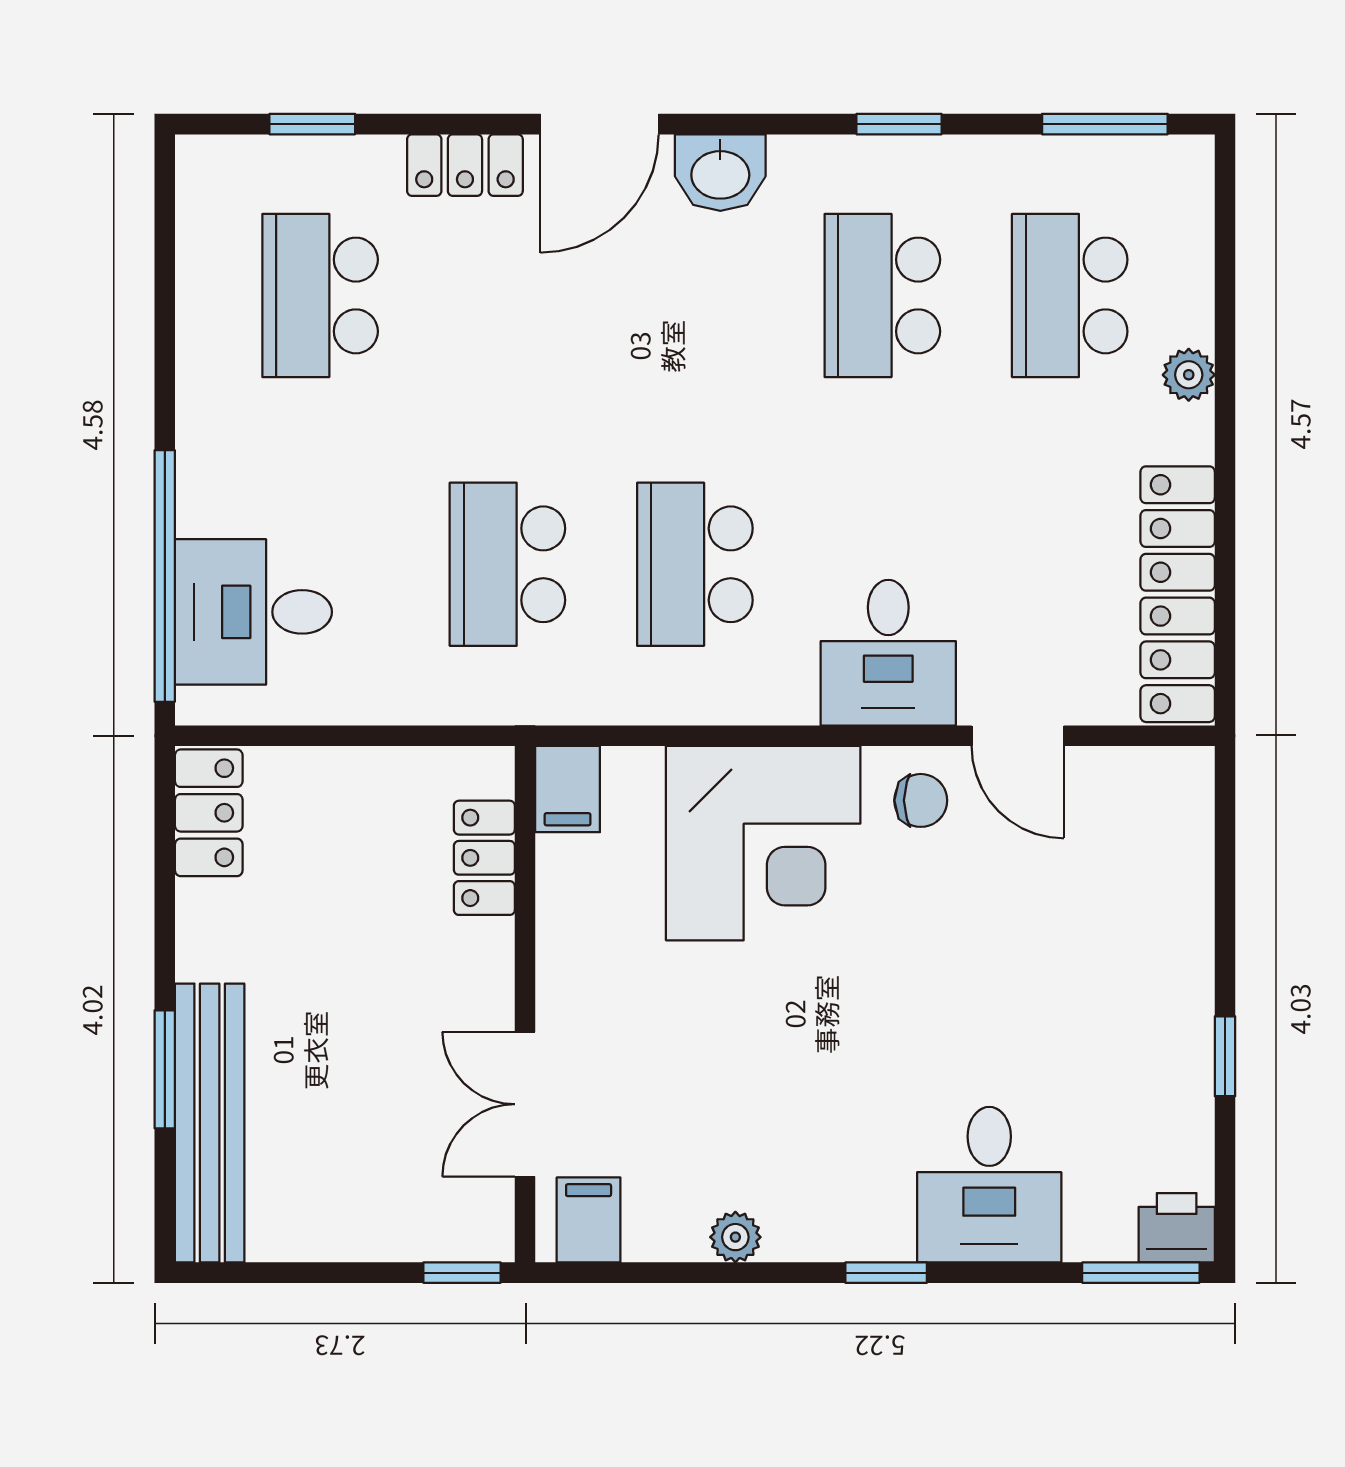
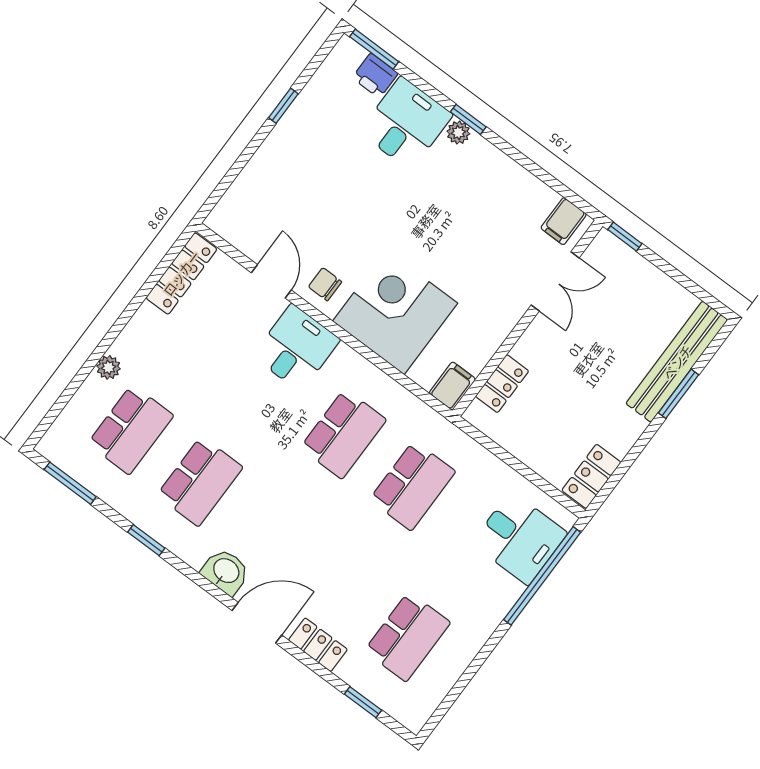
locker: (1178, 594) -> (181, 273), width x0.71, depth x0.83
printer: (1177, 1228) -> (375, 76), moved
plant: (735, 1237) -> (458, 133), moved

